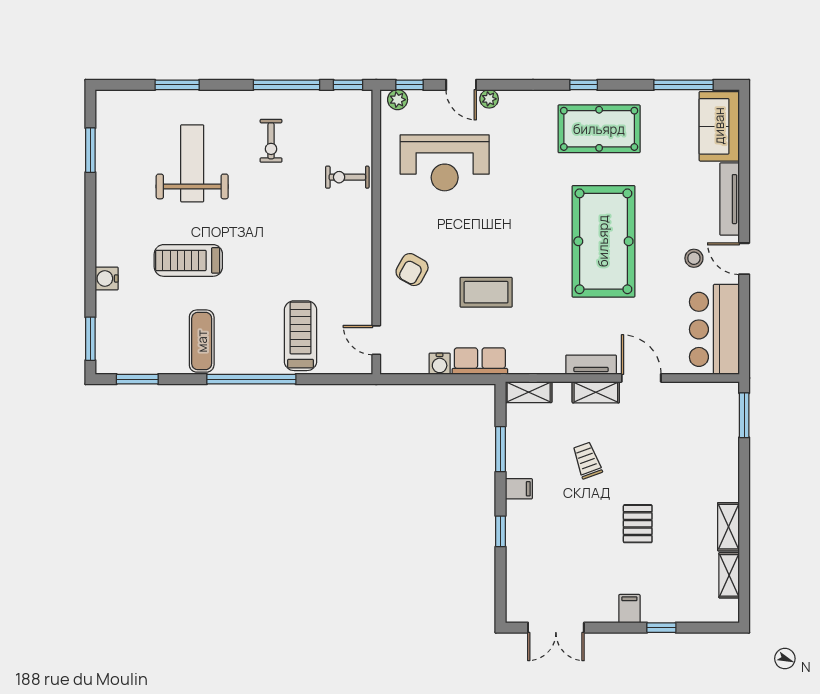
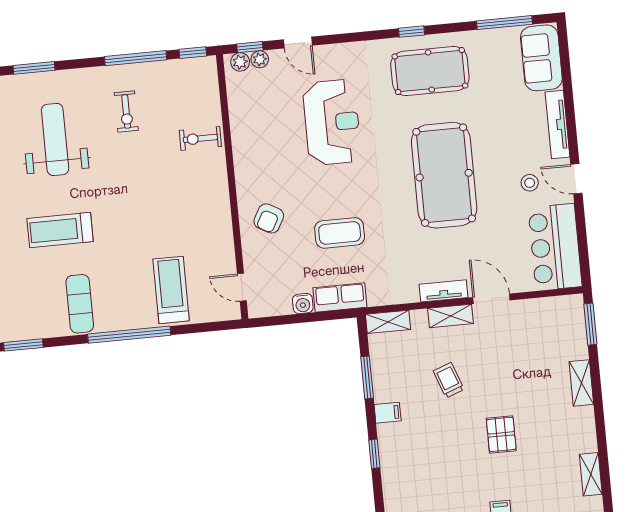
plant: (489, 99) -> (260, 59), moved
reception desk: (445, 163) -> (332, 122), moved, turned -90
shelving: (728, 527) -> (581, 383), moved

